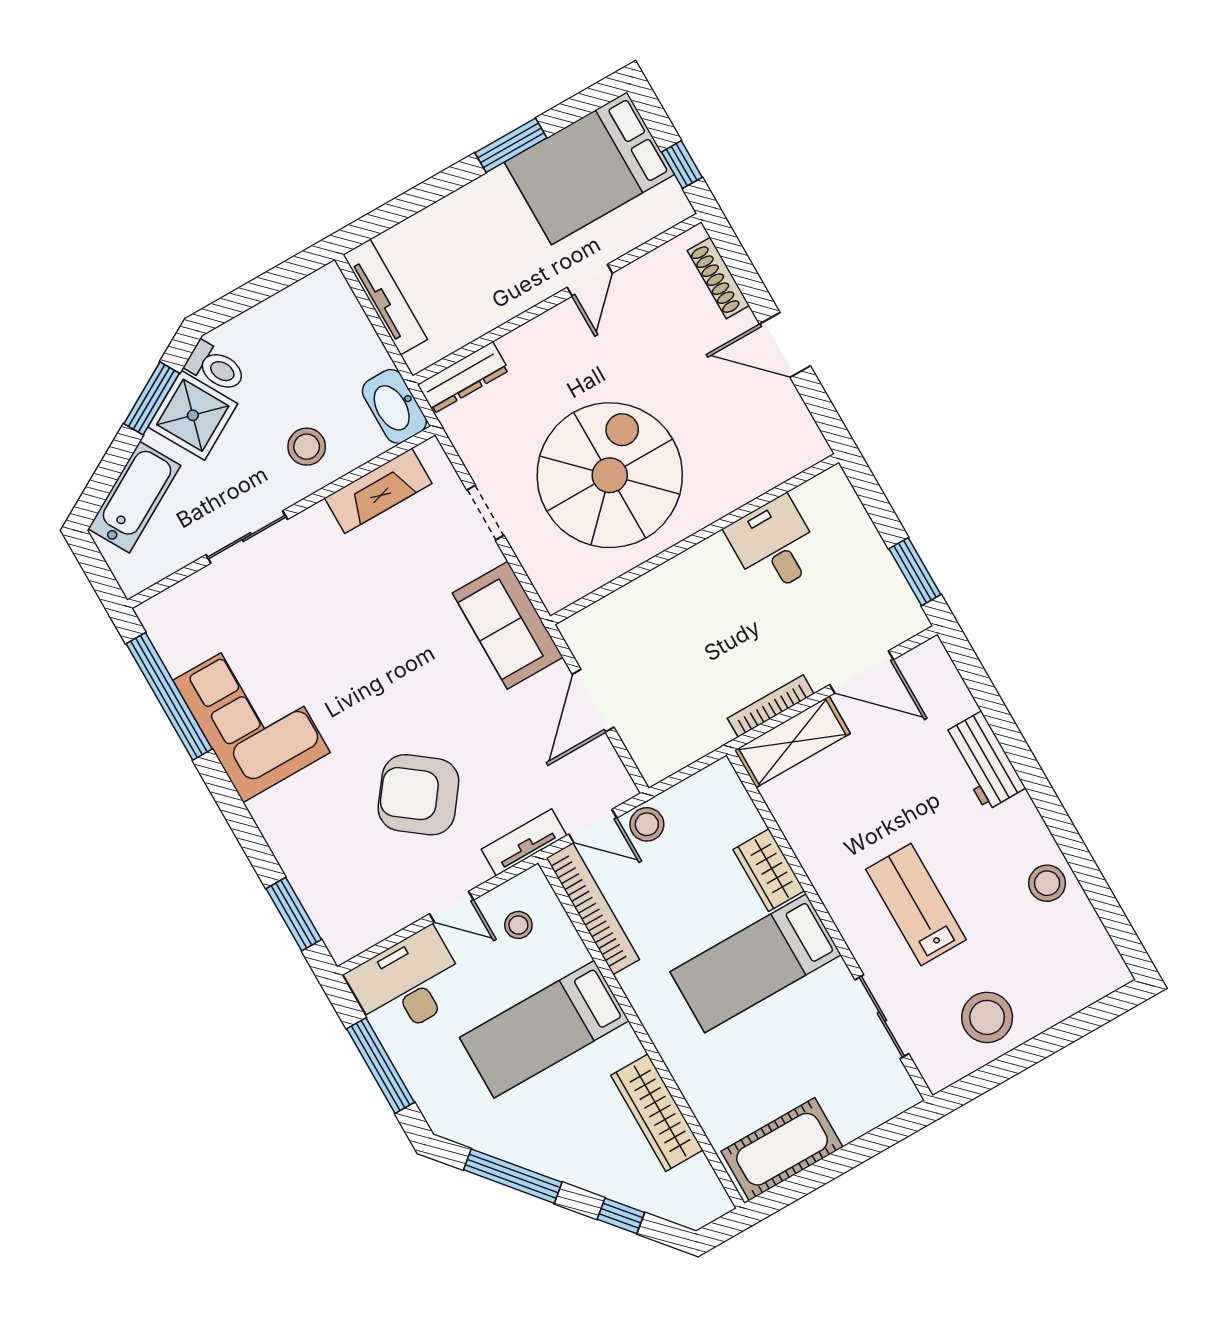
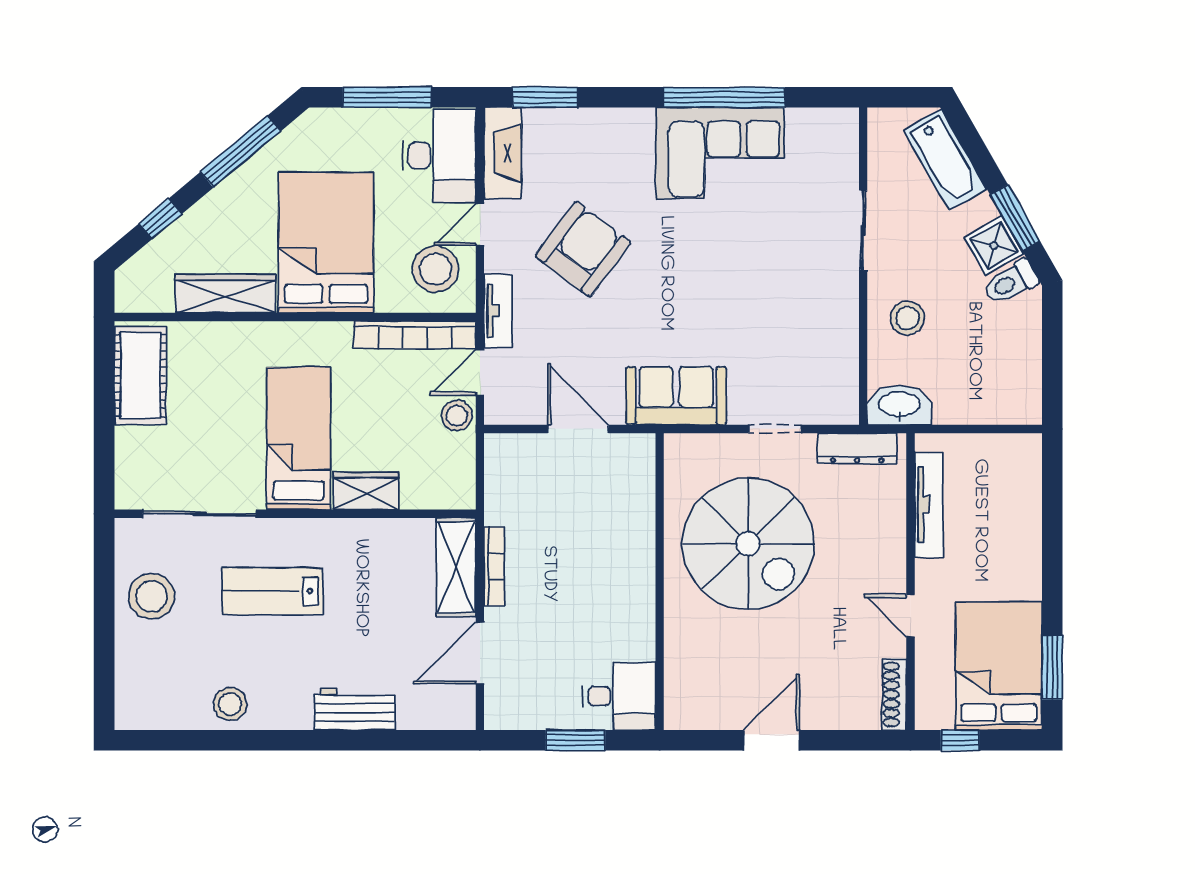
window: (511, 145) -> (1052, 667), moved
shoe rack: (718, 278) -> (894, 694), moved, turned -90
tv unit: (385, 297) -> (929, 505), moved, turned -90
dresser: (463, 377) -> (857, 448), moved, turned -90
shower: (193, 415) -> (994, 246), width x0.73, depth x0.73
fireplace: (378, 491) -> (503, 153), moved, turned 180
desk: (774, 545) -> (619, 696), moved
window: (915, 572) -> (575, 740), moved
window: (169, 696) -> (724, 97), moved
lab bench: (916, 905) -> (272, 591), turned 180
stool: (518, 925) -> (435, 269), width x1.89, depth x1.89
sliding door: (882, 1017) -> (200, 514), width x1.37
bed: (544, 1029) -> (326, 243), width x1.50

